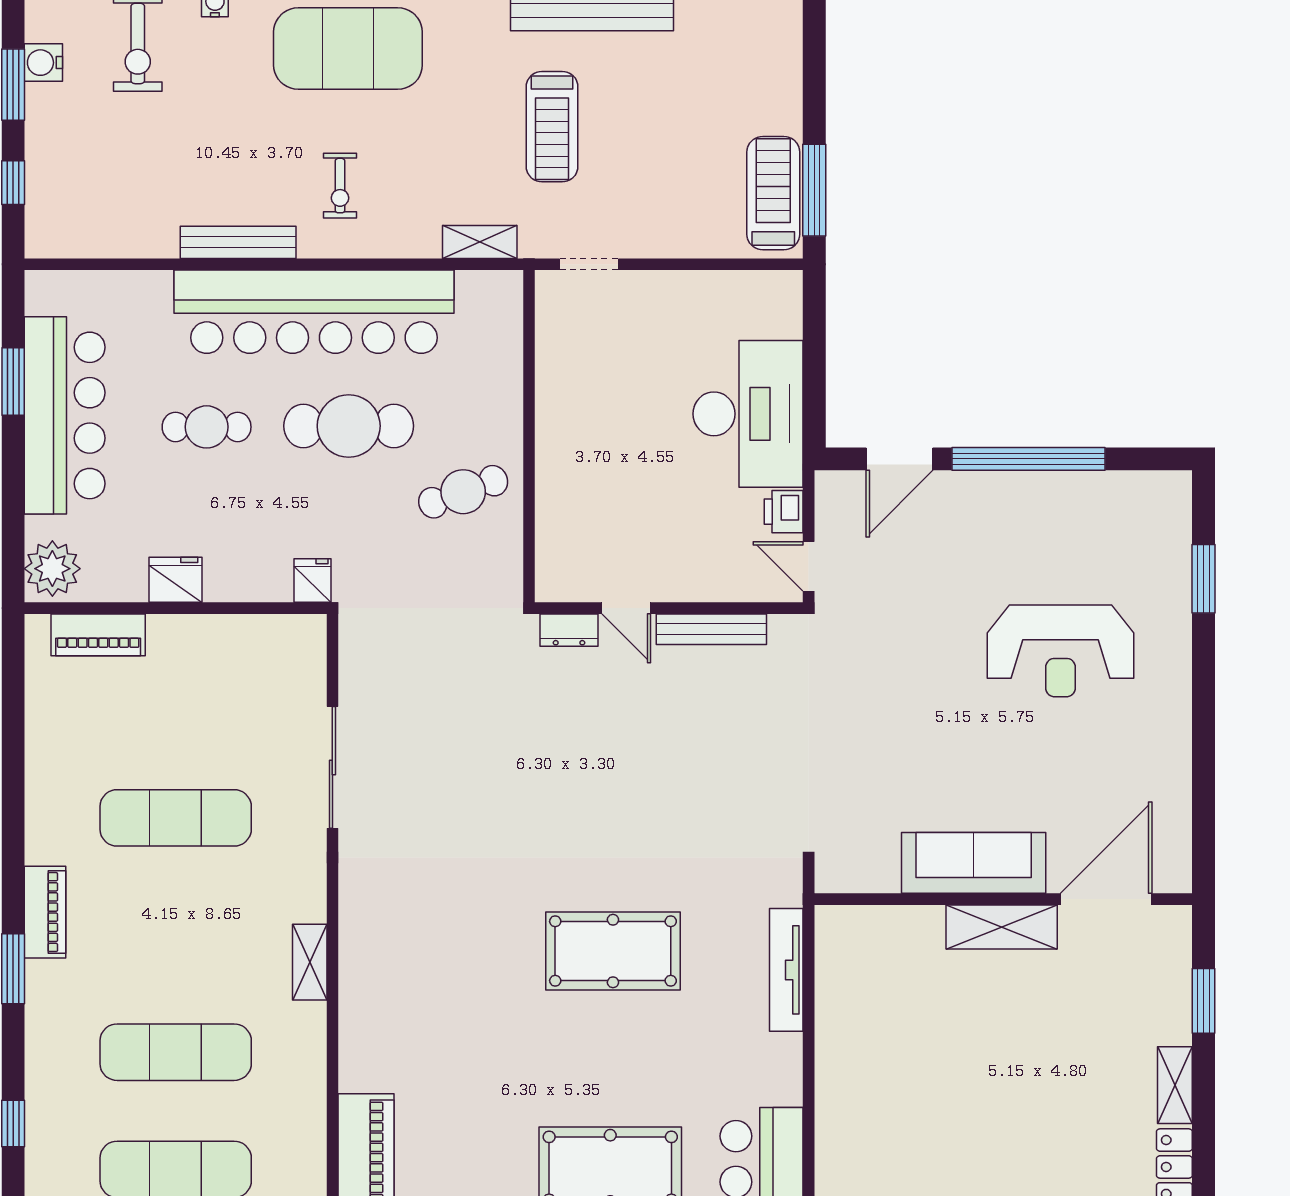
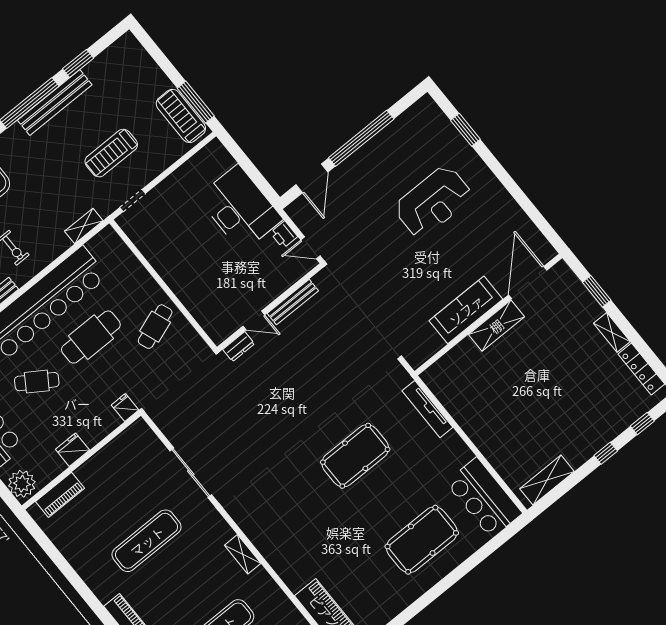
treadmill: (552, 127) -> (111, 153), moved, turned 90
cafe table: (207, 427) -> (37, 382), turned 33

